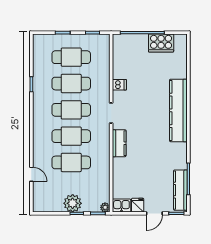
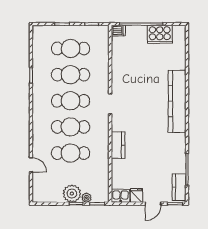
dishwasher: (119, 85) -> (118, 31), moved
kitchen counter: (119, 143) -> (118, 145), moved
kitchen counter: (180, 190) -> (179, 187), width x0.67
plant: (105, 207) -> (86, 198), moved

